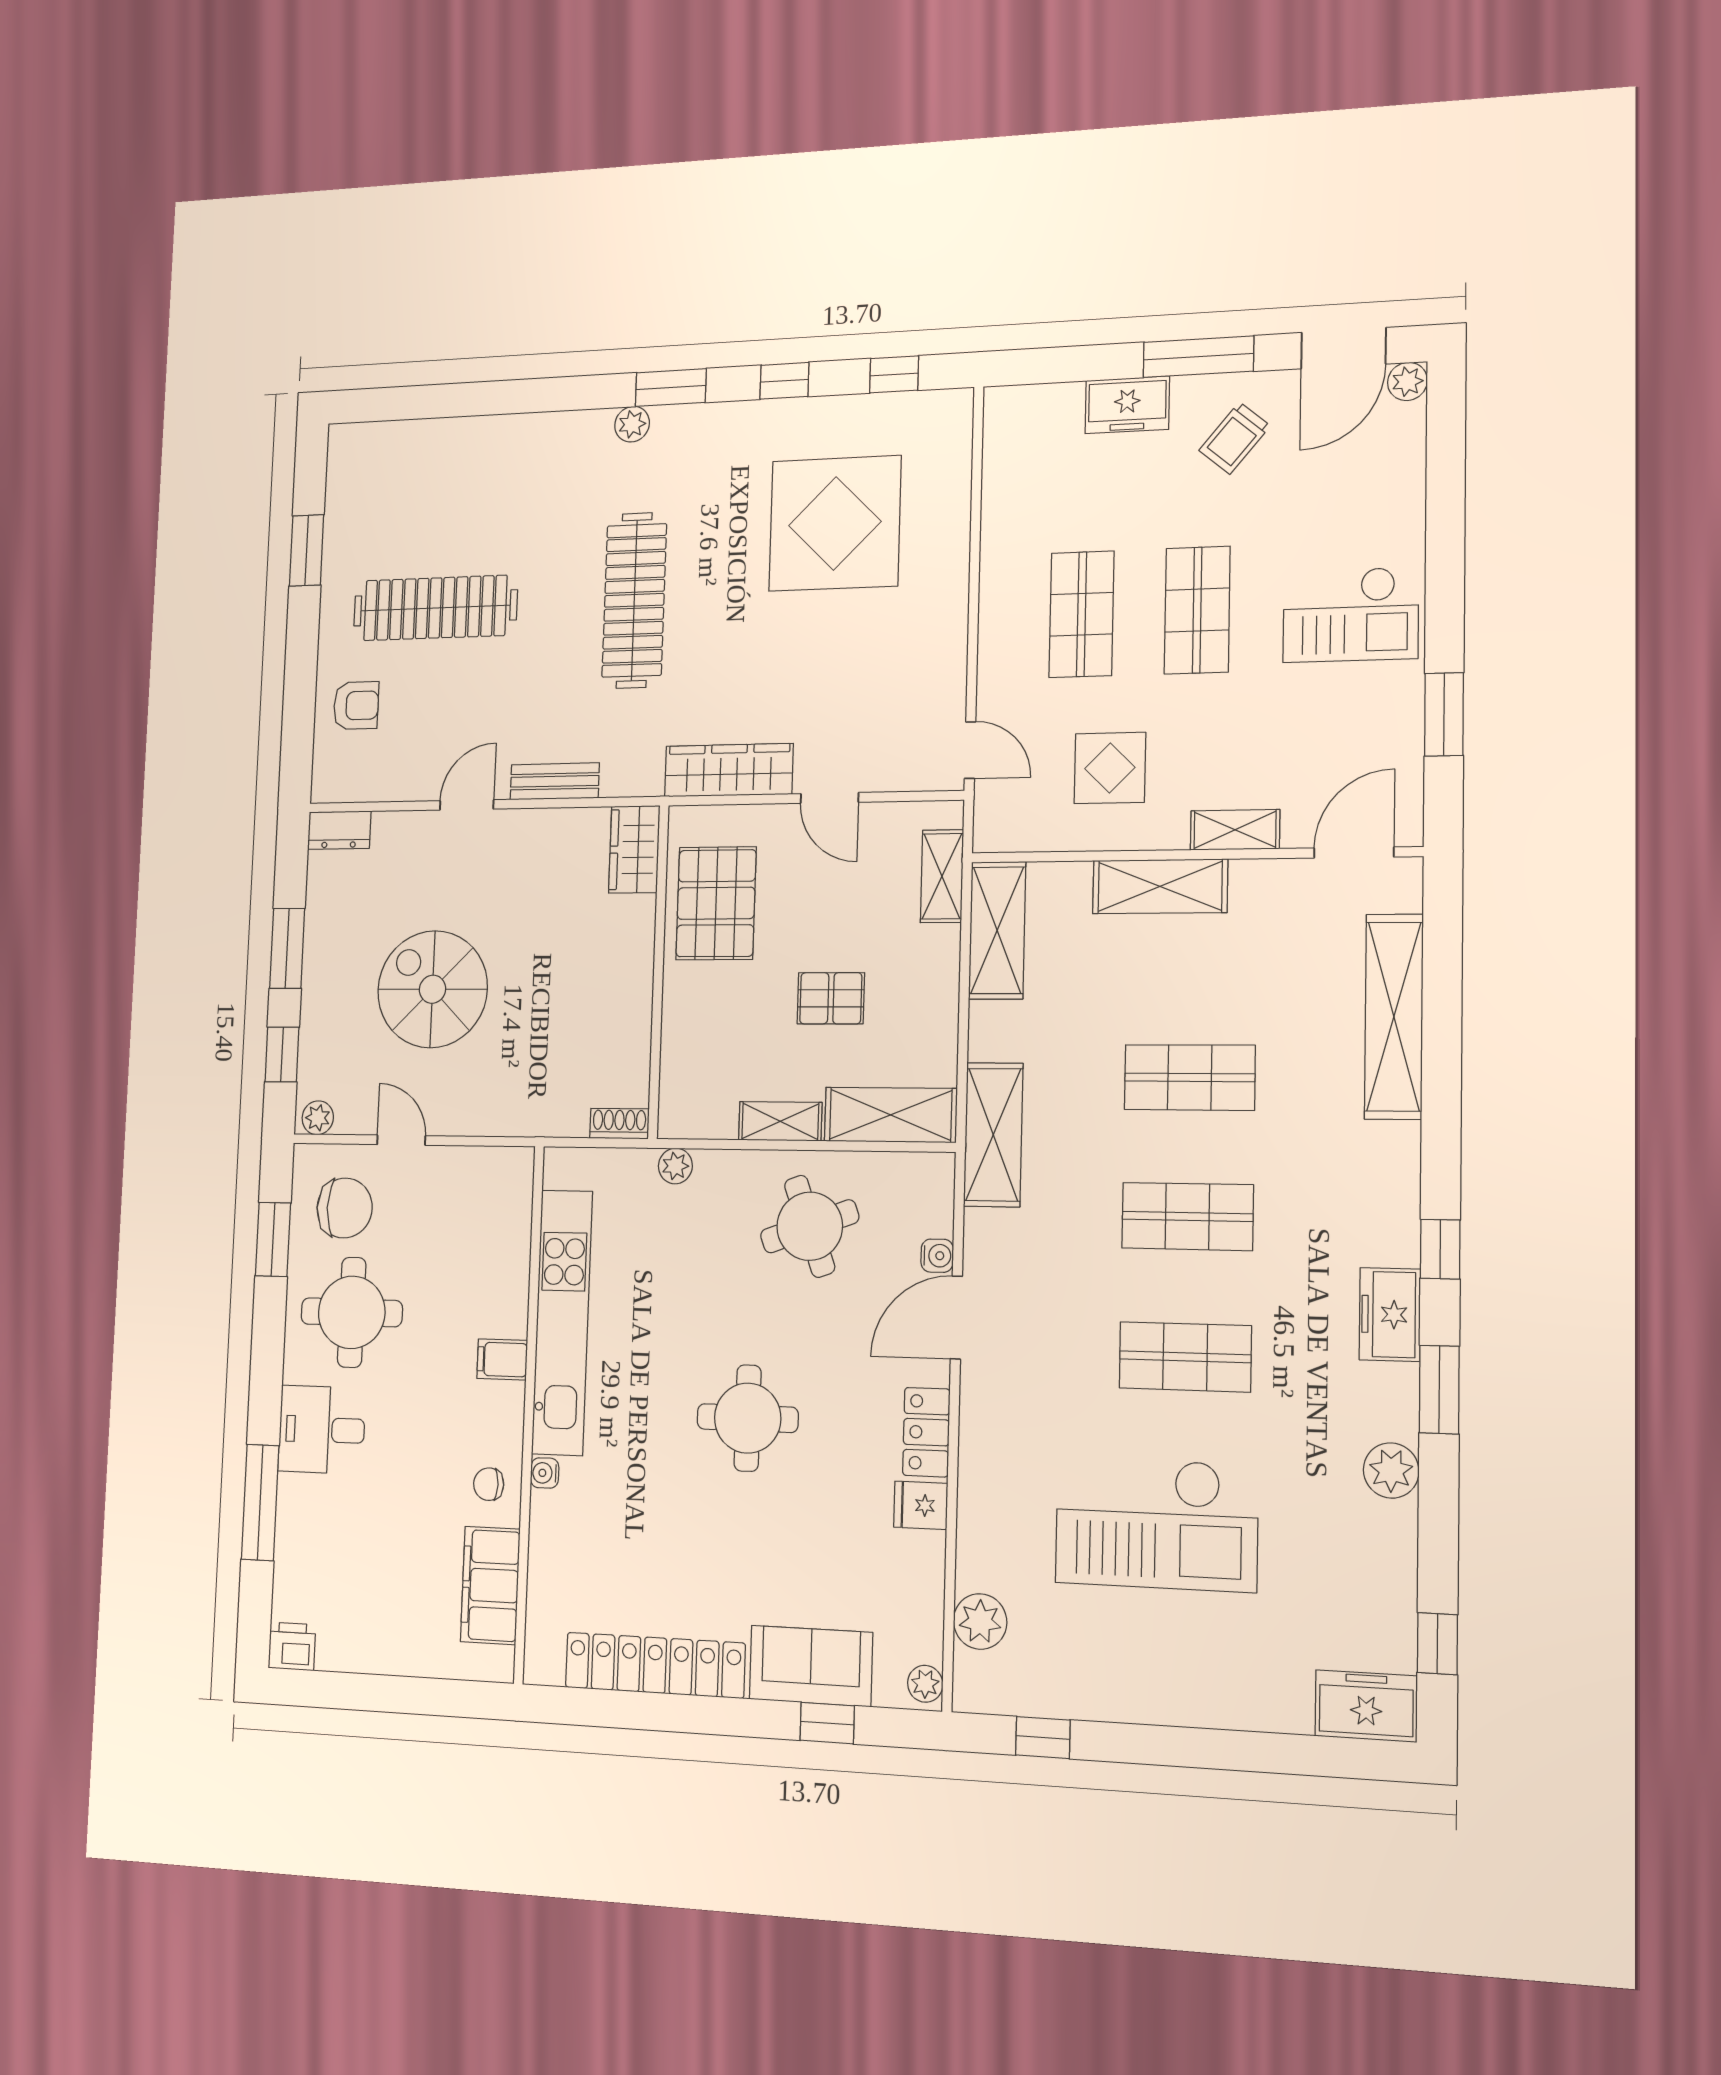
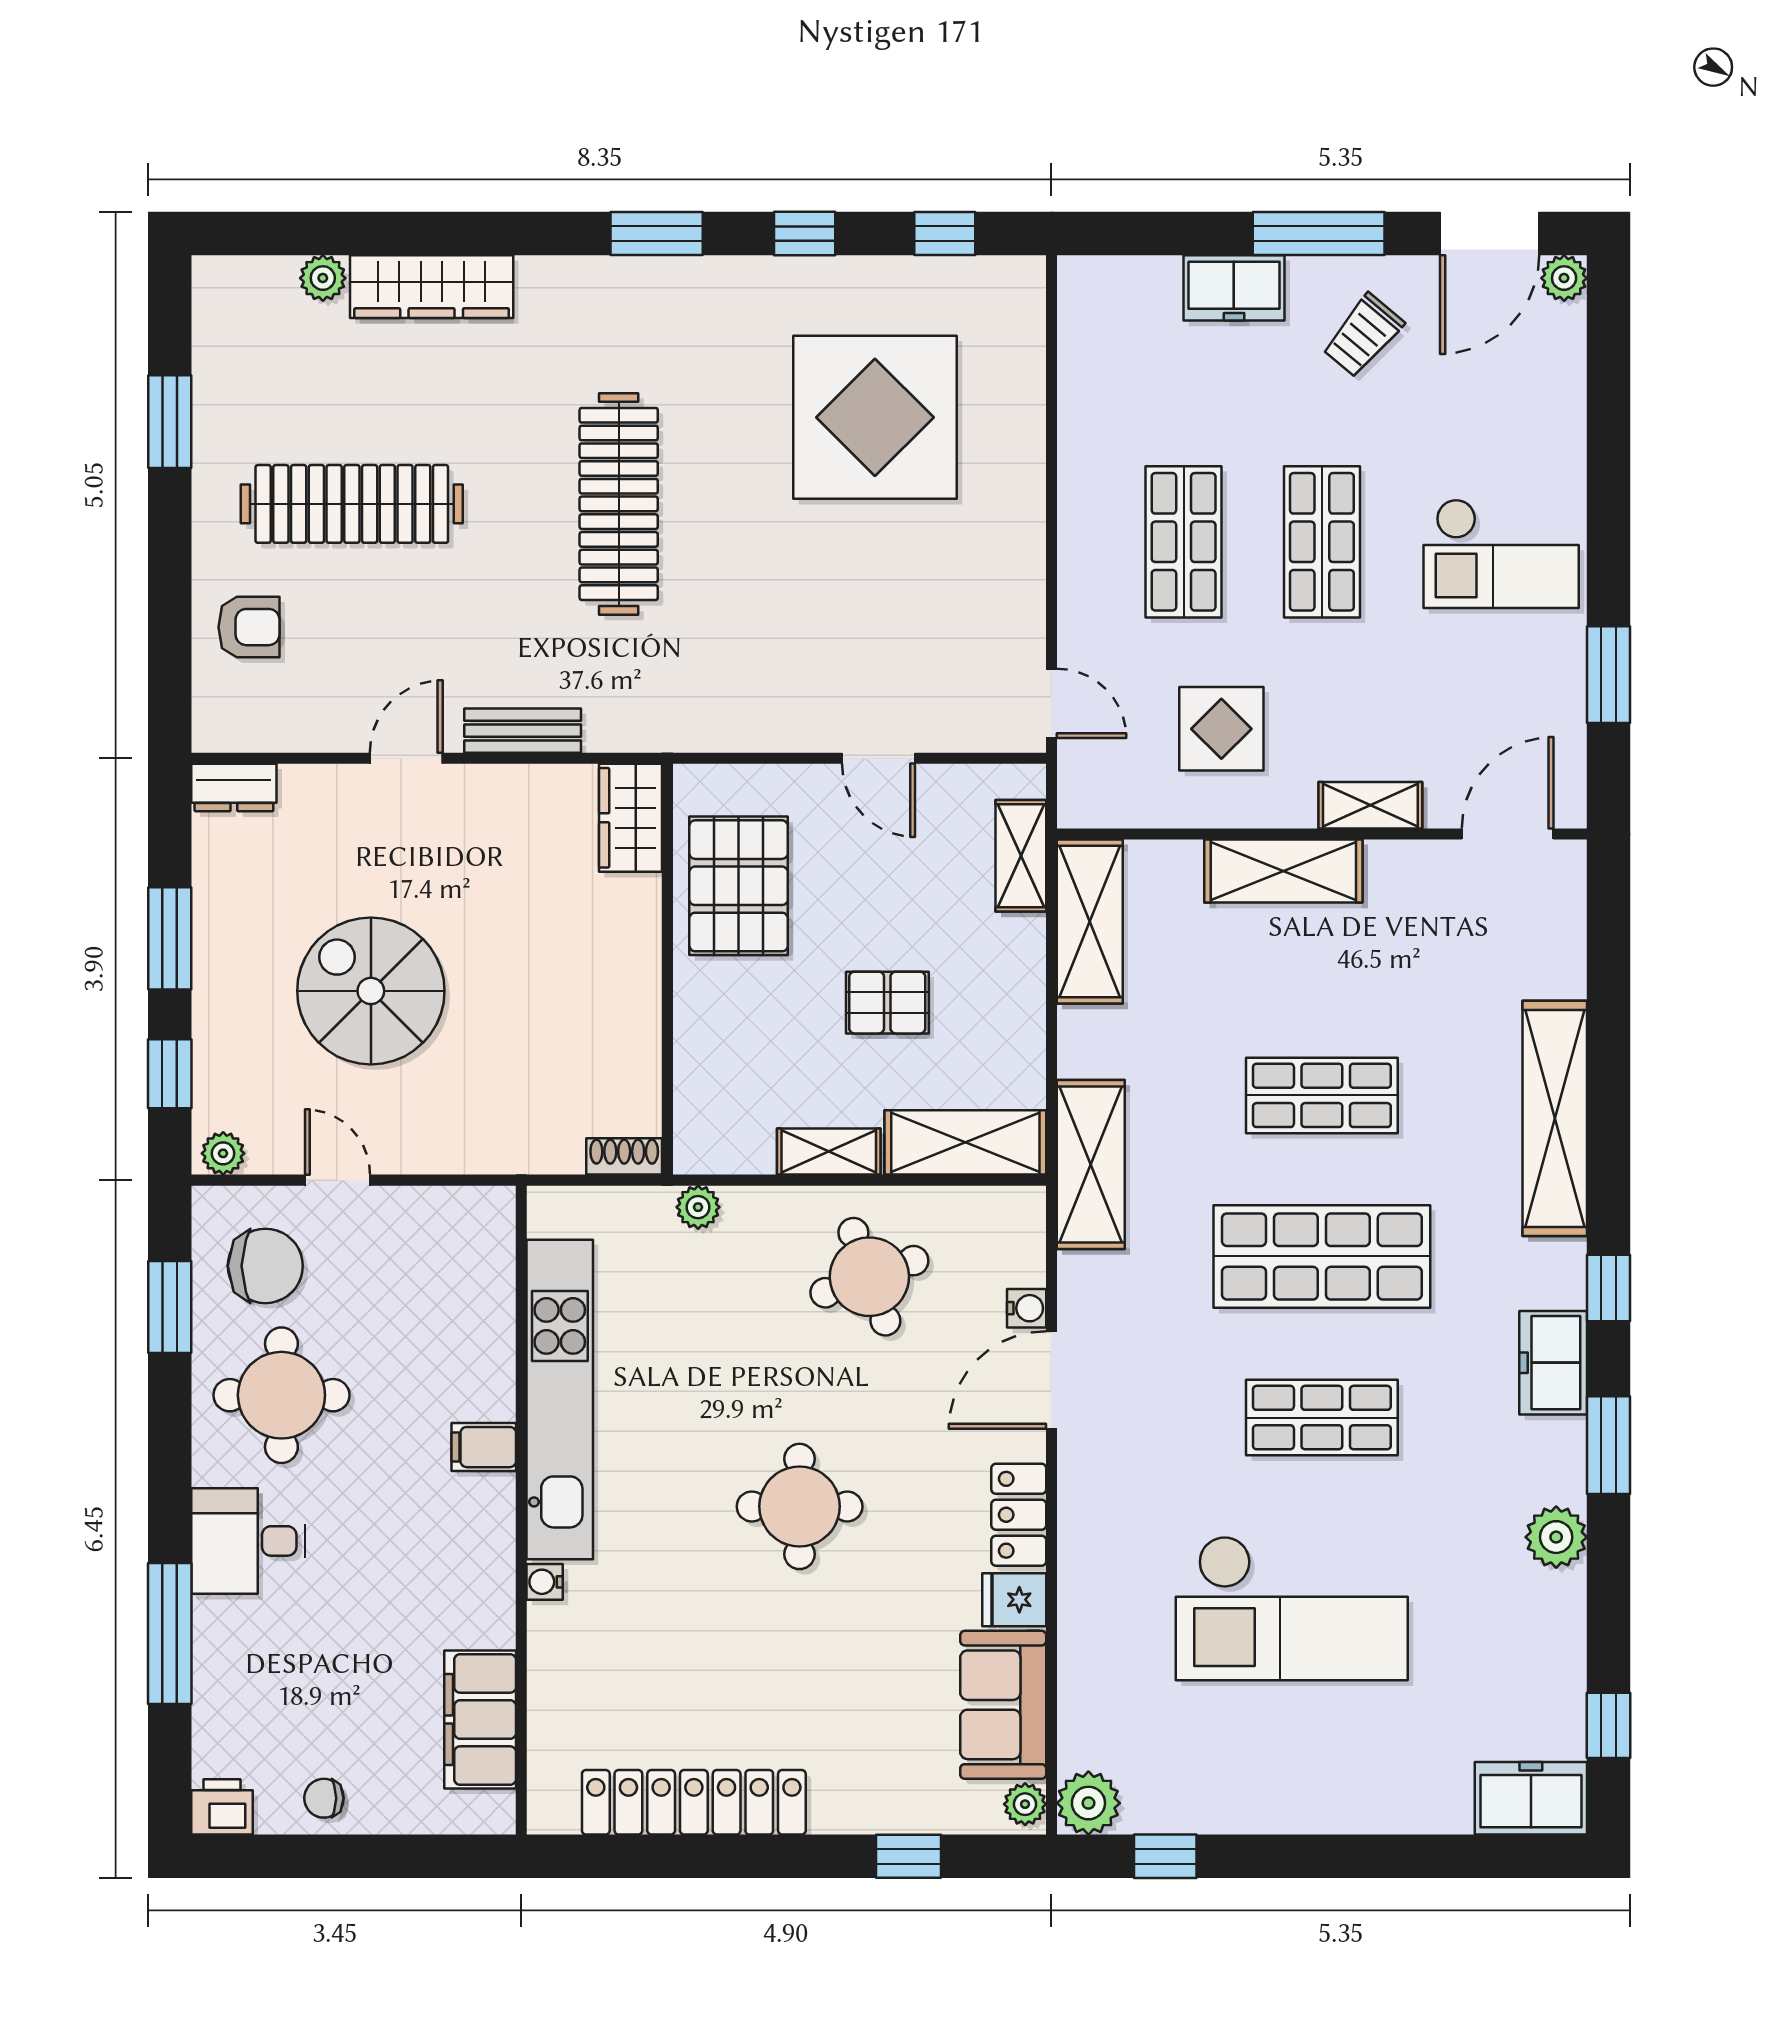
plant: (632, 424) -> (323, 278), moved
wardrobe: (729, 770) -> (432, 287), moved, turned 180
shelving: (1394, 1017) -> (1555, 1118), moved
shop shelf: (1187, 1216) -> (1322, 1256), width x1.43, depth x1.36
chair: (489, 1484) -> (324, 1798), moved
plant: (980, 1622) -> (1088, 1803), moved
sofa: (811, 1666) -> (1003, 1705), moved, turned -90

